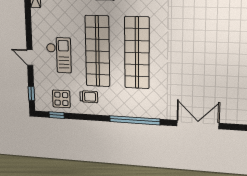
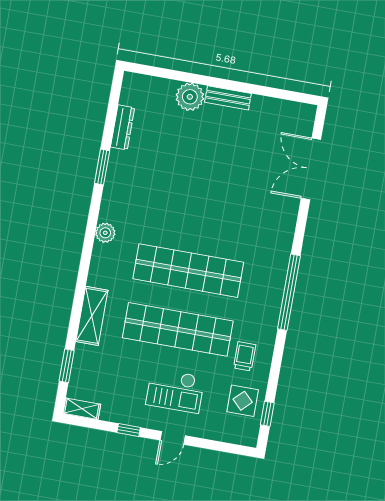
checkout: (59, 55) -> (175, 391), turned 180
window: (31, 93) -> (129, 430), moved
double door: (198, 125) -> (311, 169), moved

